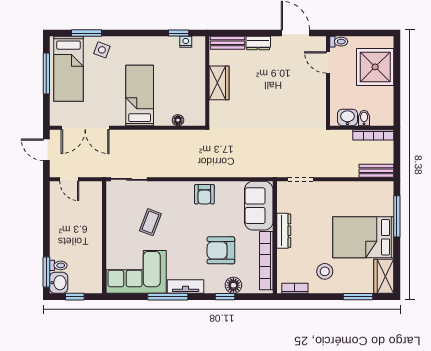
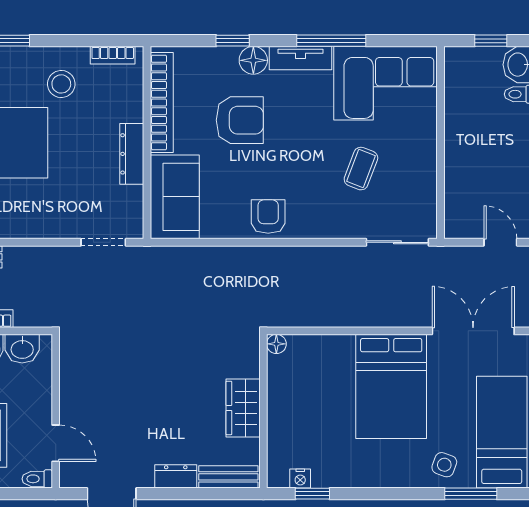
bed: (140, 95) -> (391, 386), width x1.50
floor lamp: (178, 120) -> (276, 344), moved
floor lamp: (233, 285) -> (253, 60), moved

